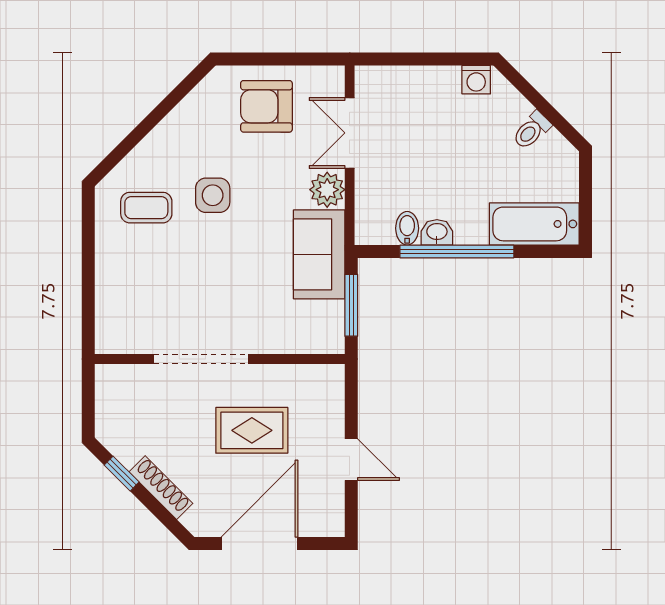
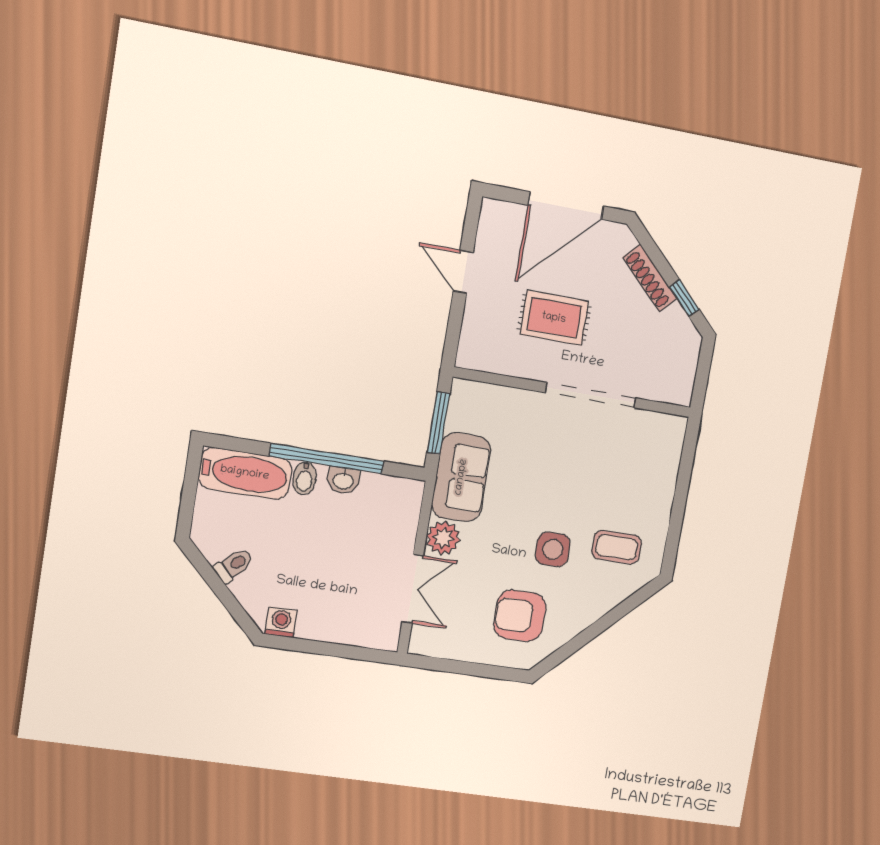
armchair: (266, 106) -> (520, 616), moved, turned 180
bidet: (407, 228) -> (305, 478), moved

